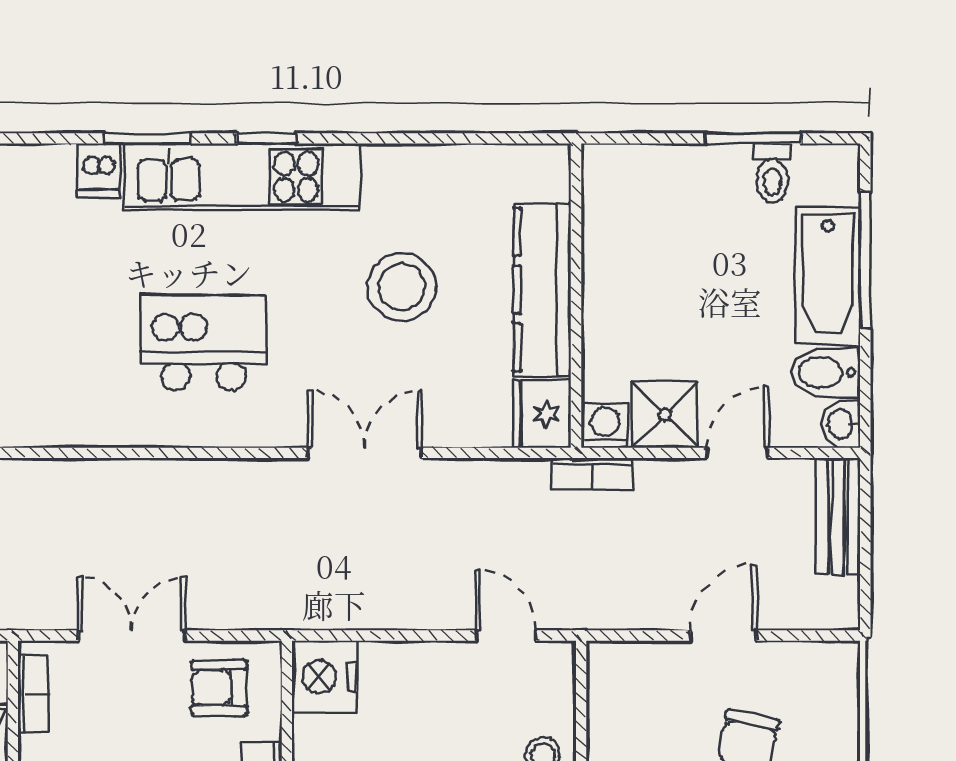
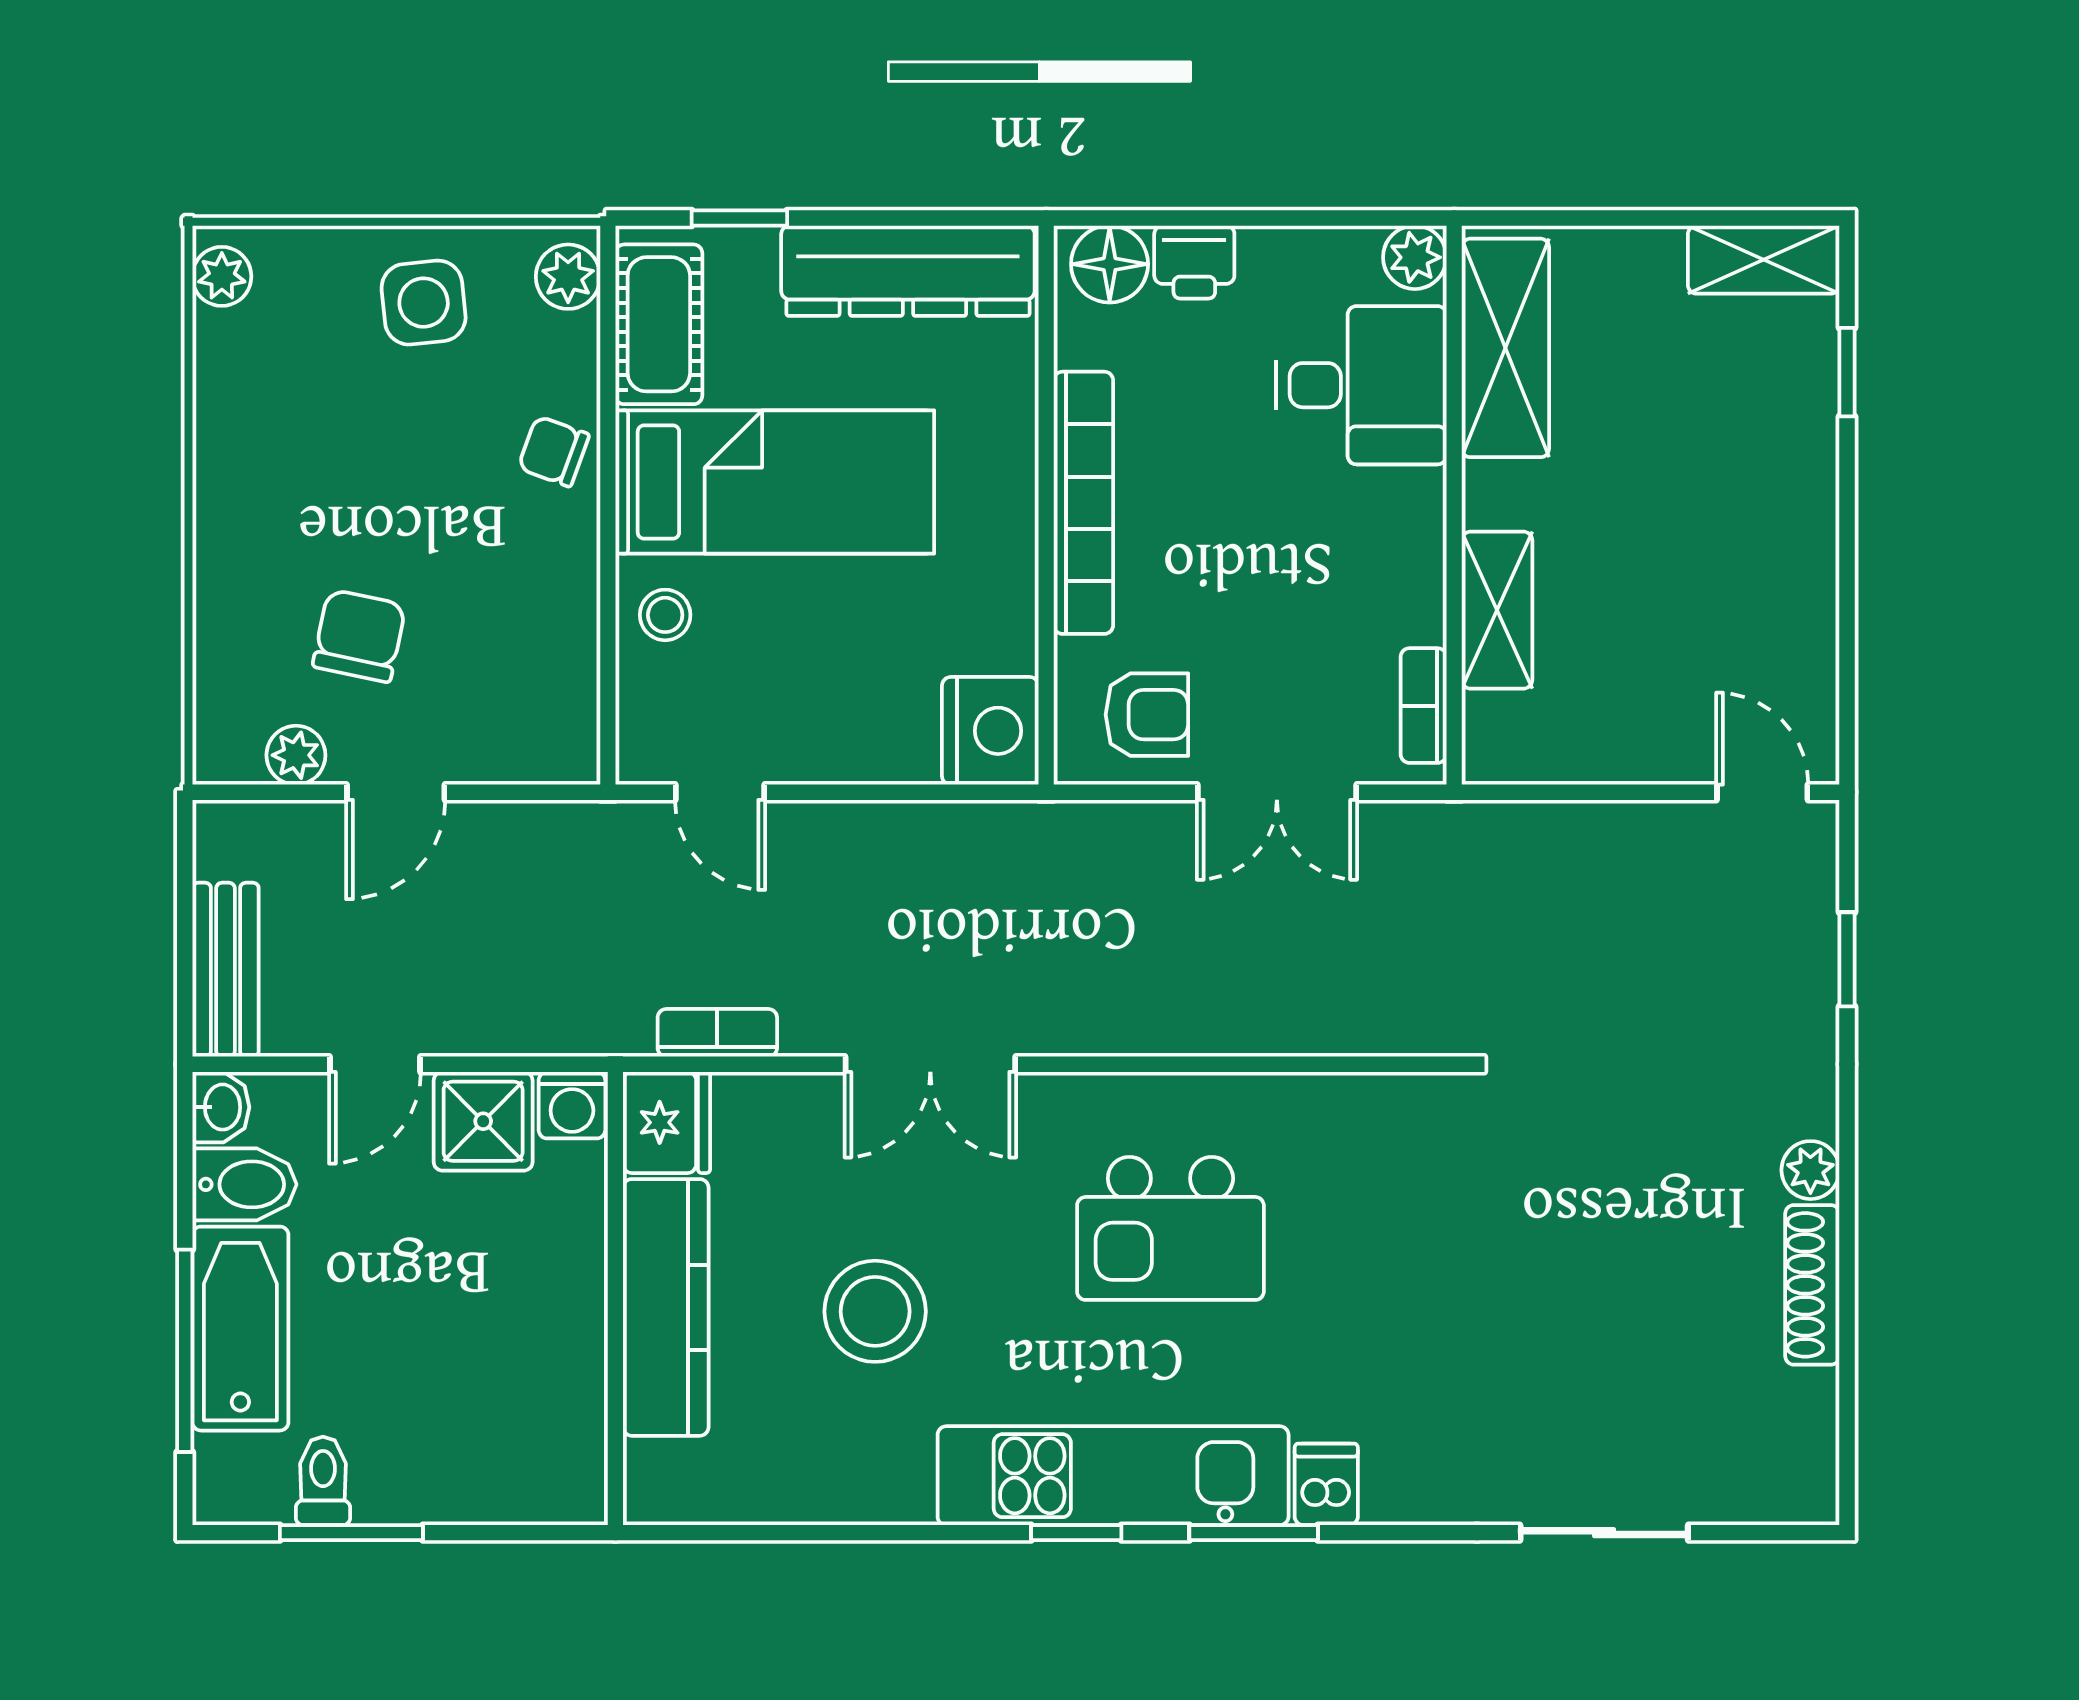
bookcase: (592, 474) -> (717, 1033), moved
plant: (791, 660) -> (296, 755), added

